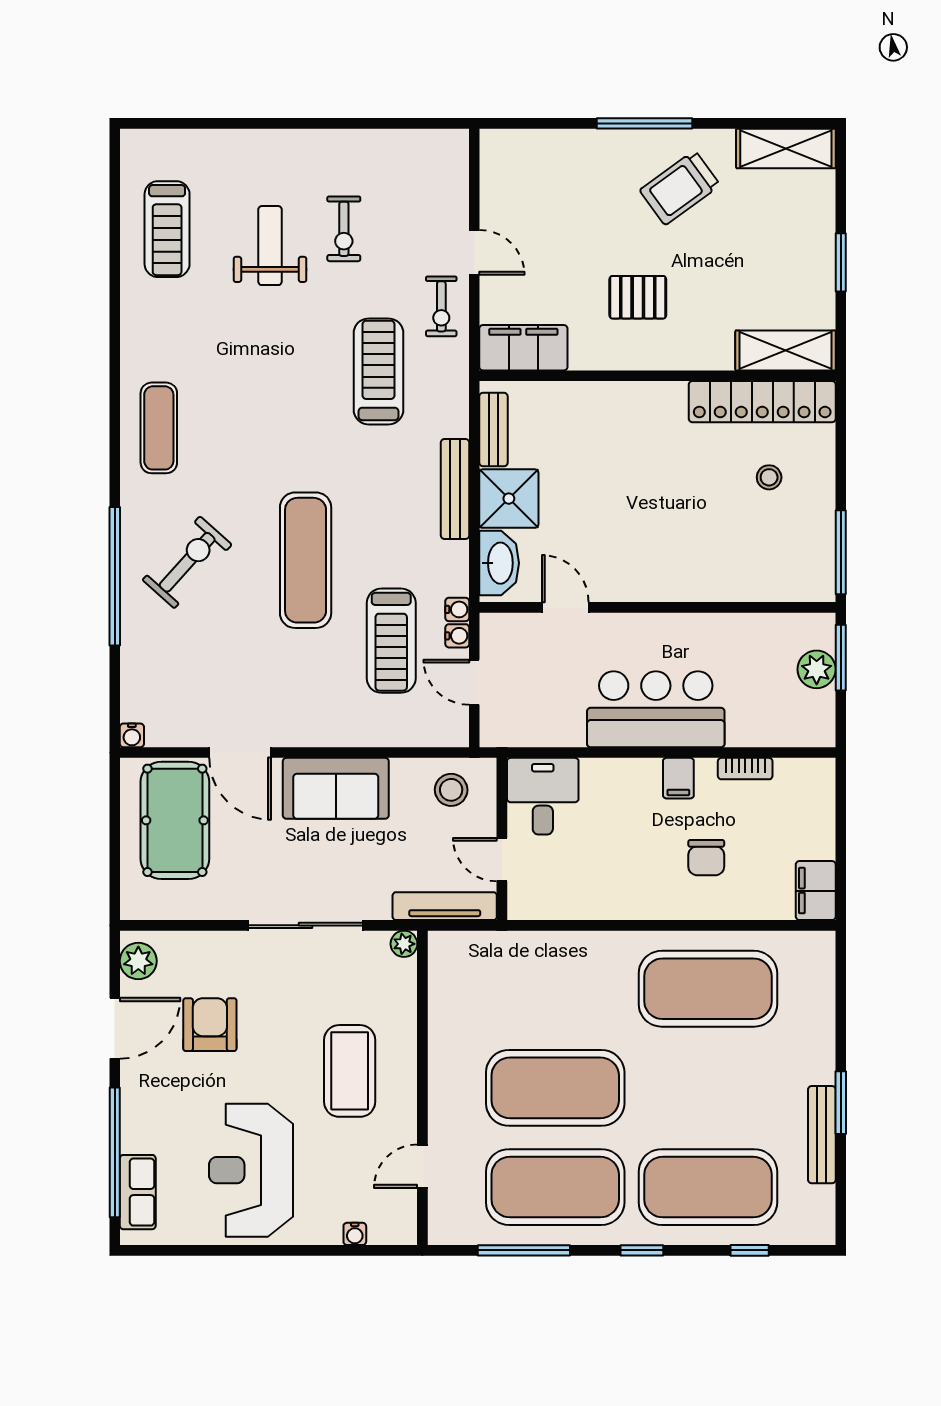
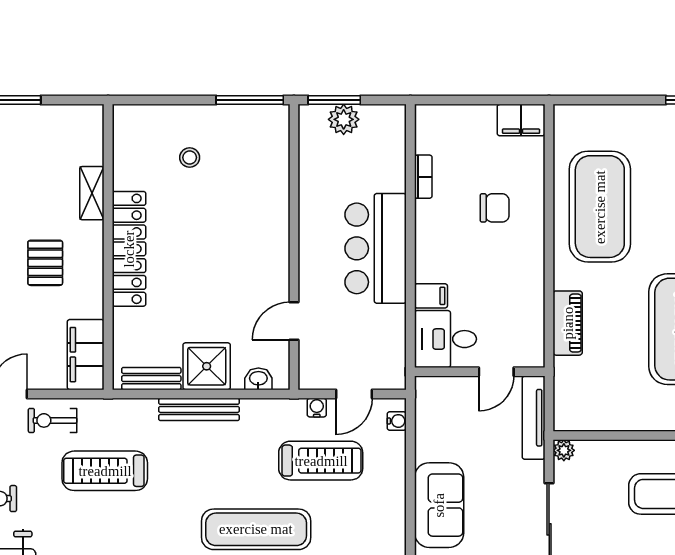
exercise bike: (441, 306) -> (53, 420), turned 180
shelving: (785, 350) -> (92, 193), moved, width x0.67, depth x0.75
locker: (762, 402) -> (129, 249), moved
washbasin: (499, 563) -> (258, 379), width x0.52, depth x0.69
water cooler: (457, 609) -> (397, 421), moved, turned 90
filing cabinet: (678, 778) -> (431, 296), moved
stool: (451, 790) -> (440, 413), removed
piano: (563, 949) -> (568, 323), added

